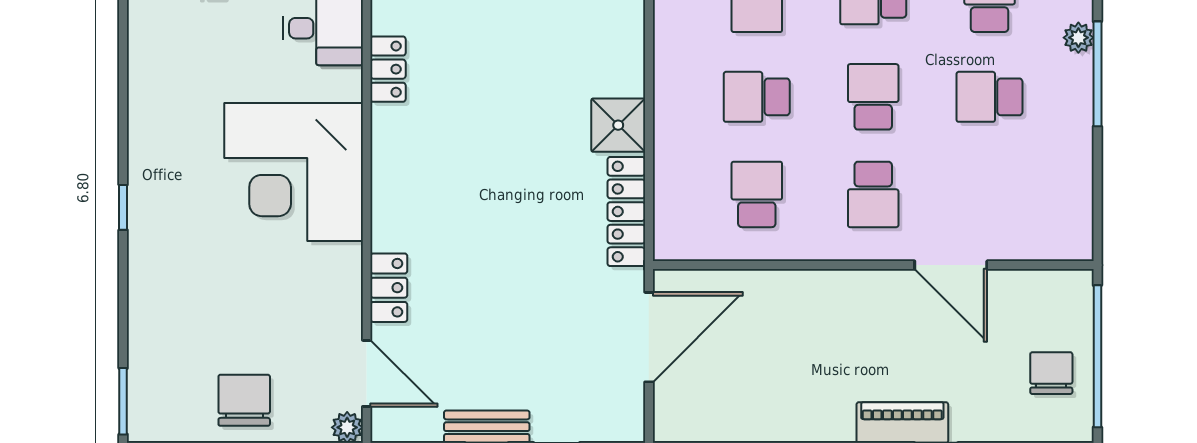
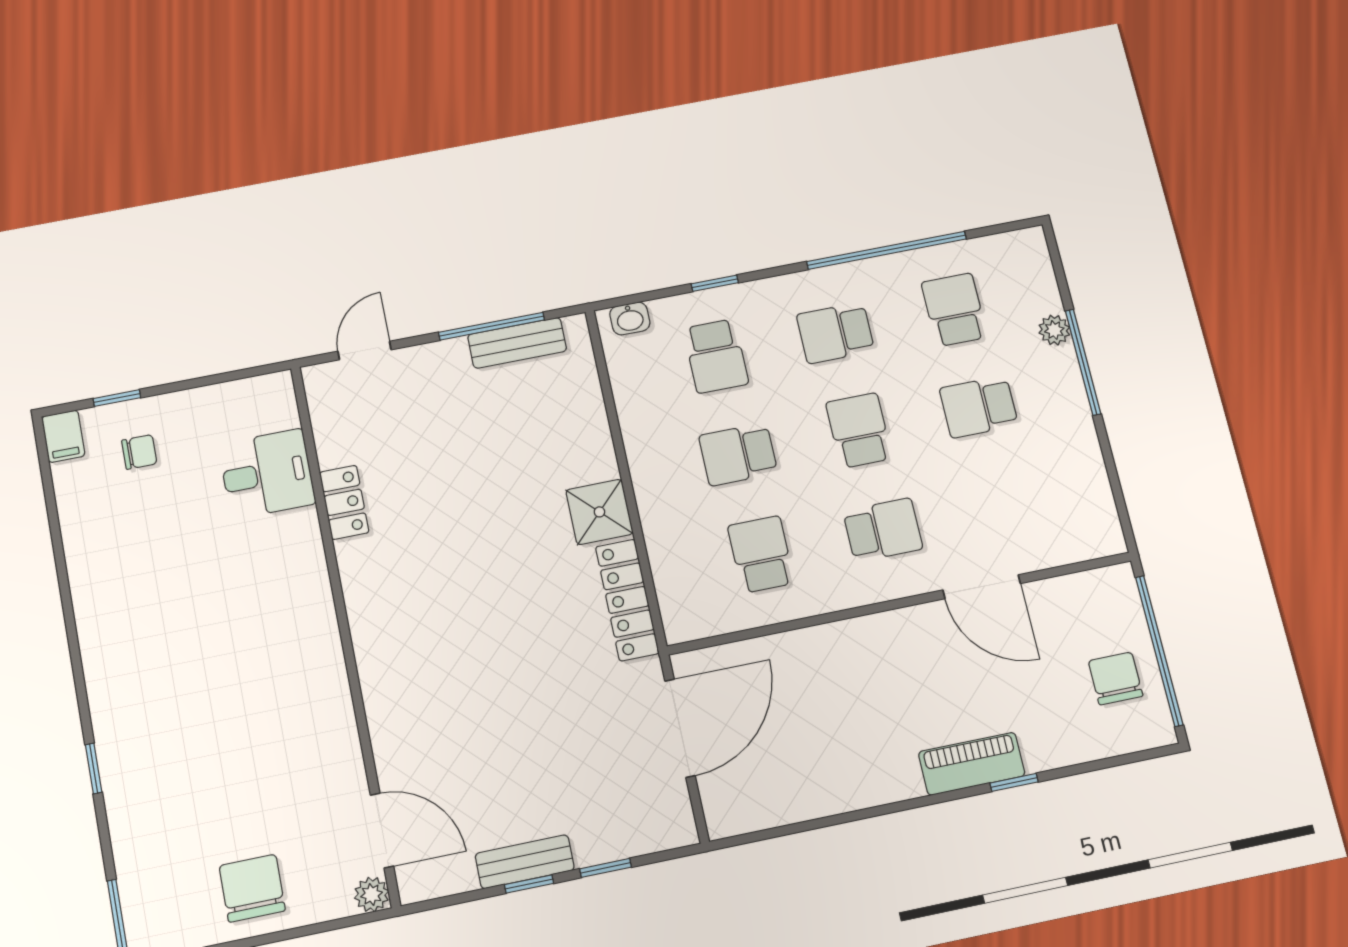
corner desk: (294, 172) -> (263, 630), removed
school desk: (873, 194) -> (883, 530), turned -90
window: (123, 207) -> (94, 768), moved
locker: (389, 288) -> (389, 732), removed

